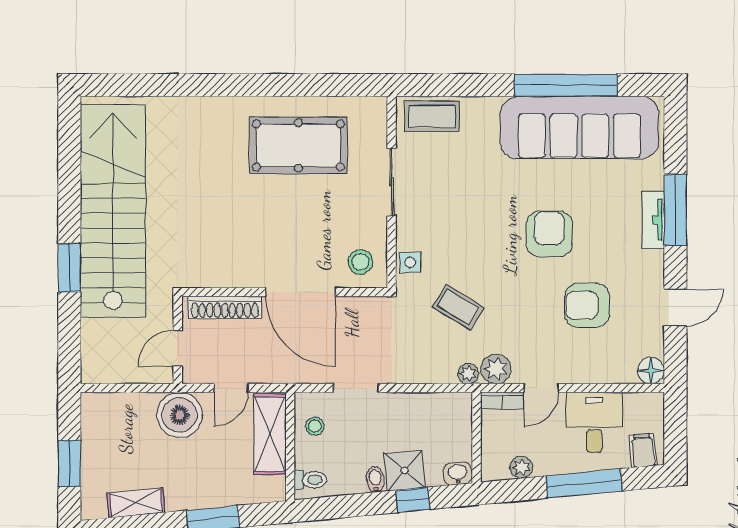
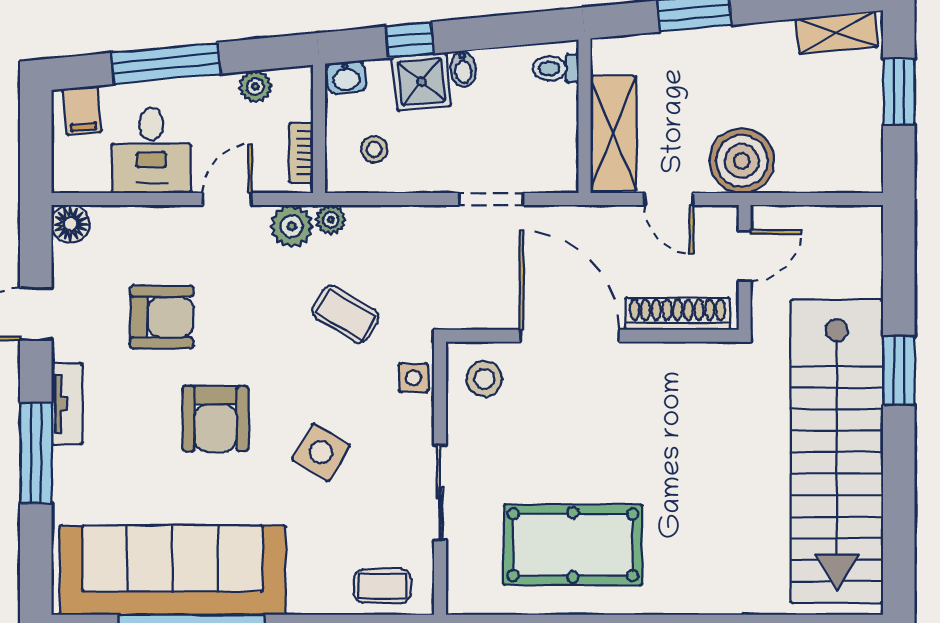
coffee table: (432, 116) -> (382, 586), width x0.73, depth x0.77
side table: (475, 210) -> (321, 452), added
tv unit: (653, 220) -> (67, 404), moved
door: (231, 388) -> (669, 199), swing flipped
bookcase: (502, 401) -> (301, 153), moved, turned -90
stool: (315, 426) -> (374, 149), moved
shelving: (136, 503) -> (837, 33), moved

